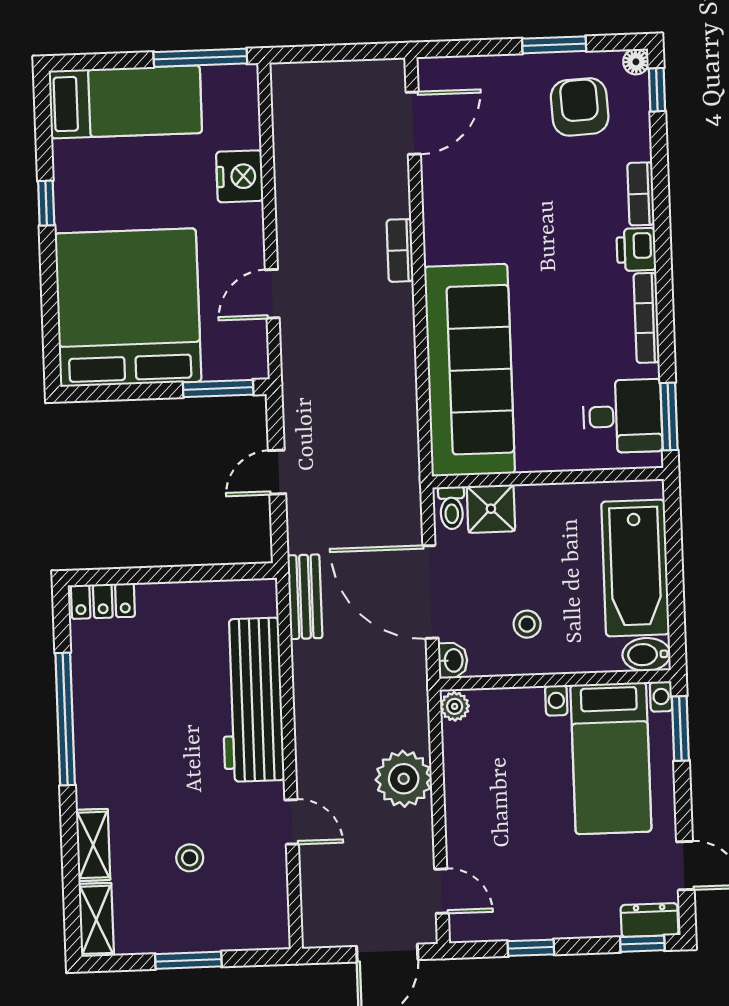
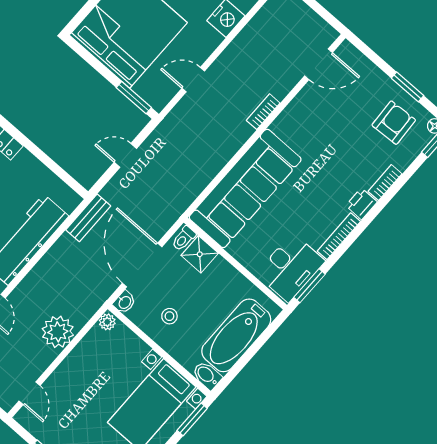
desk: (623, 416) -> (290, 267), width x1.37

